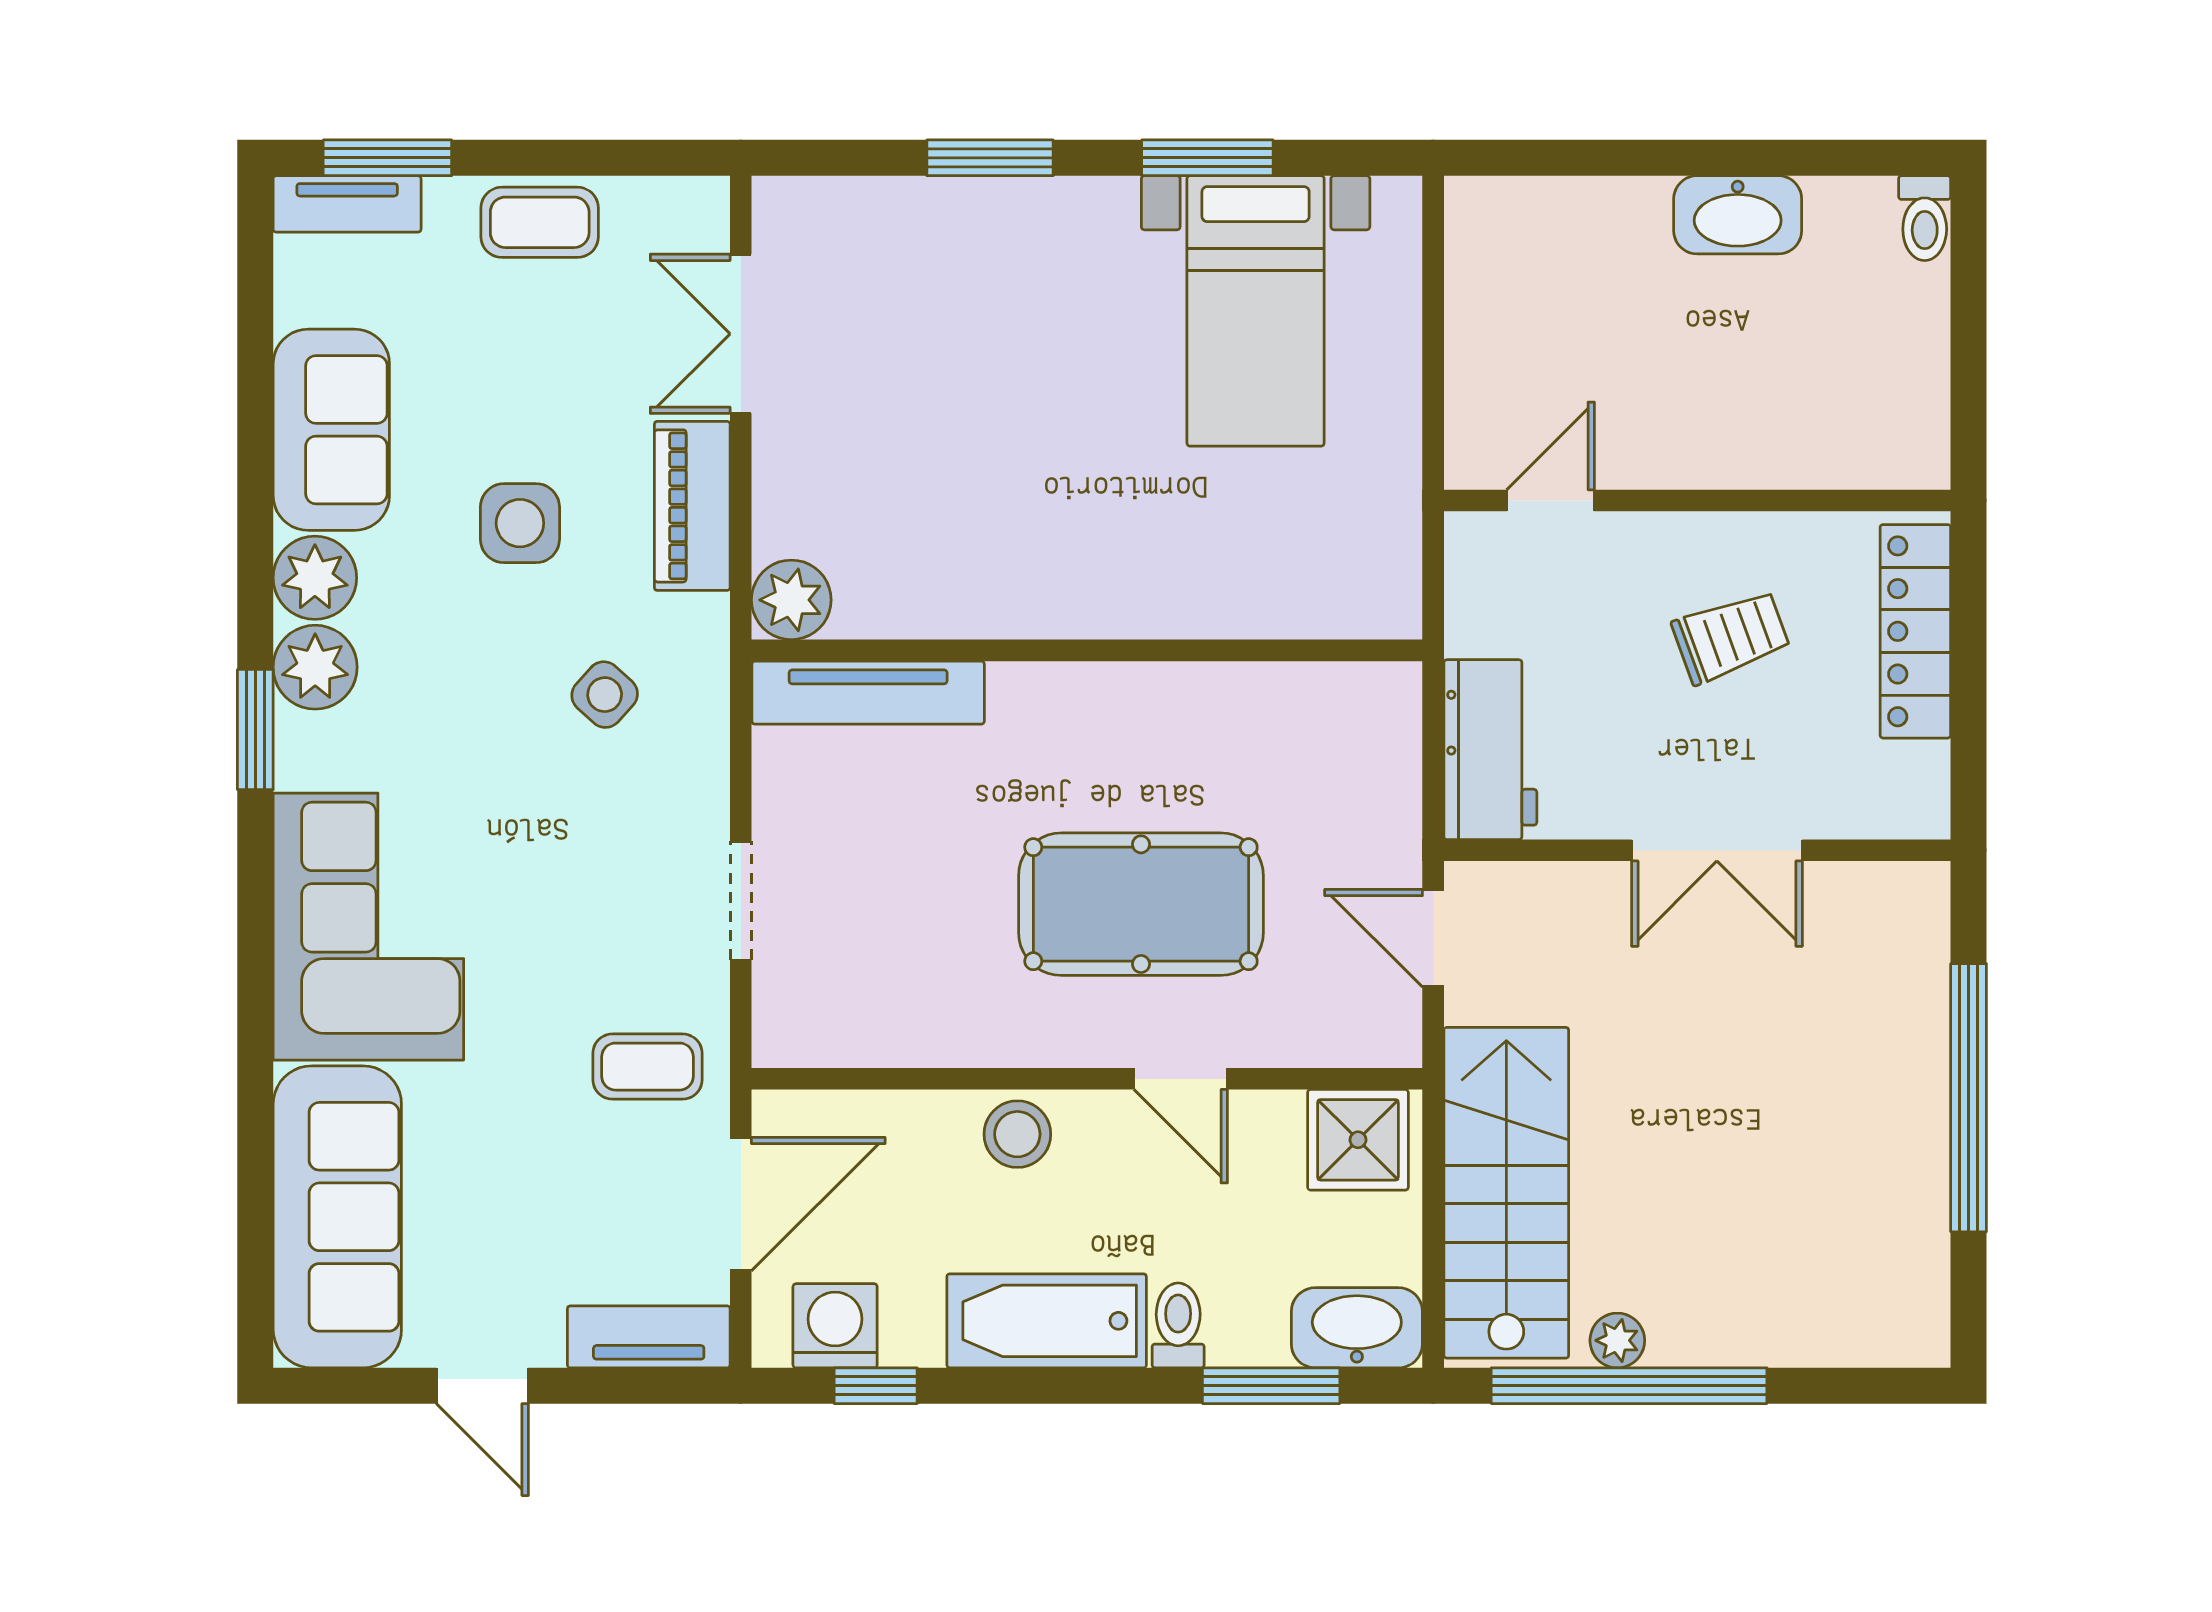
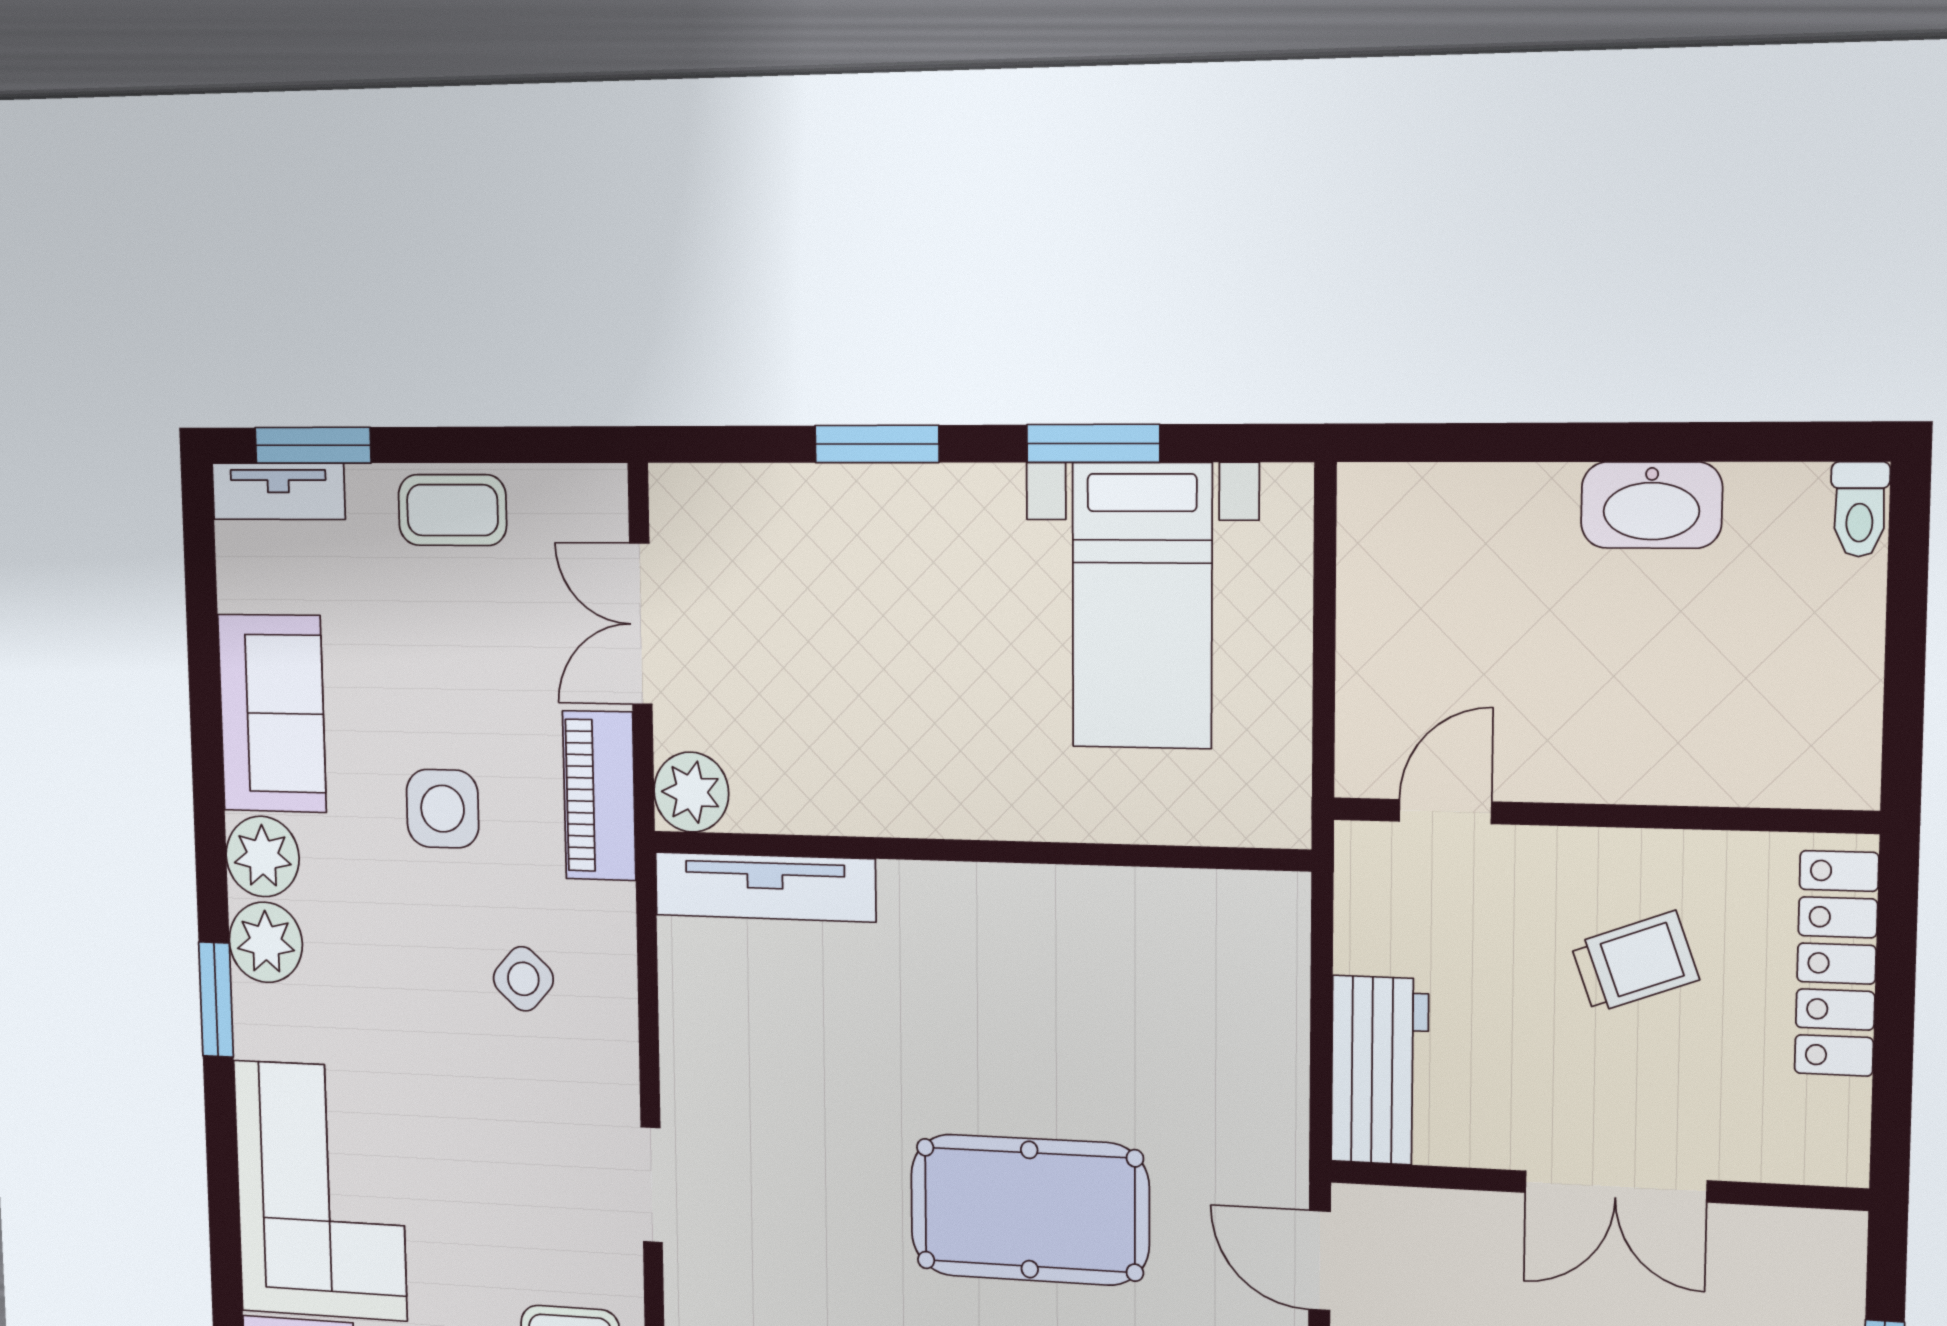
plant: (791, 600) -> (691, 792), moved
wall: (1087, 650) -> (975, 851), moved
tv unit: (868, 693) -> (765, 887), moved

